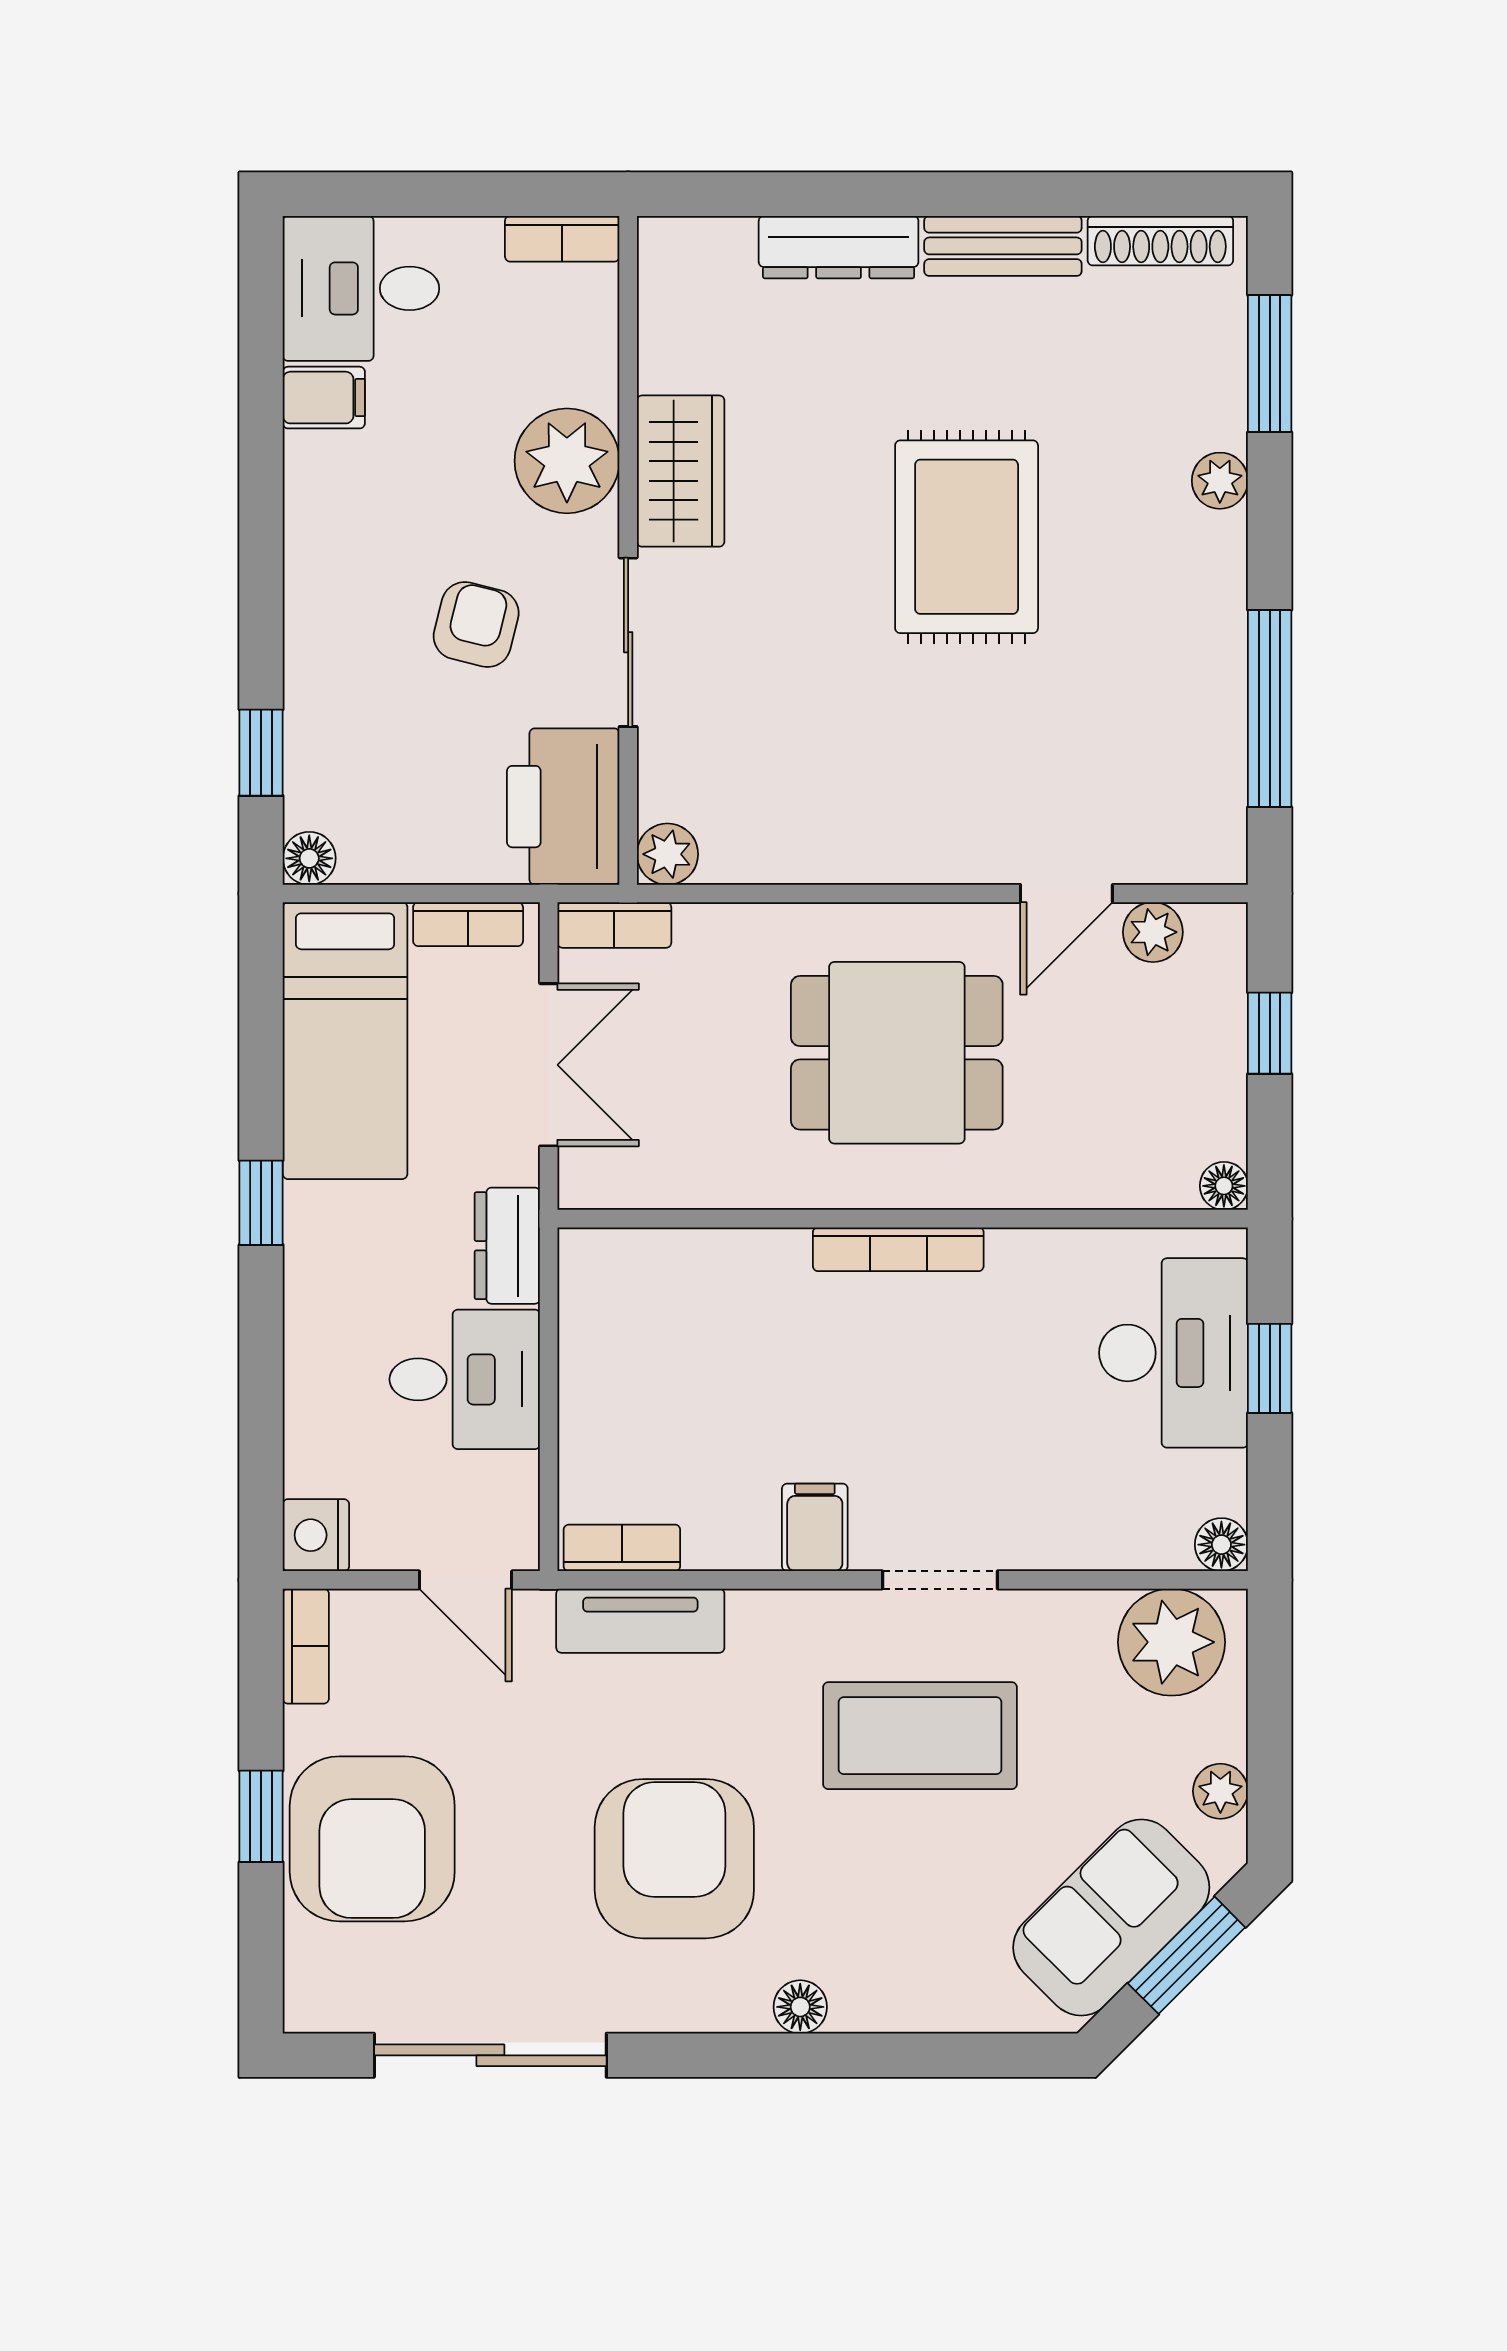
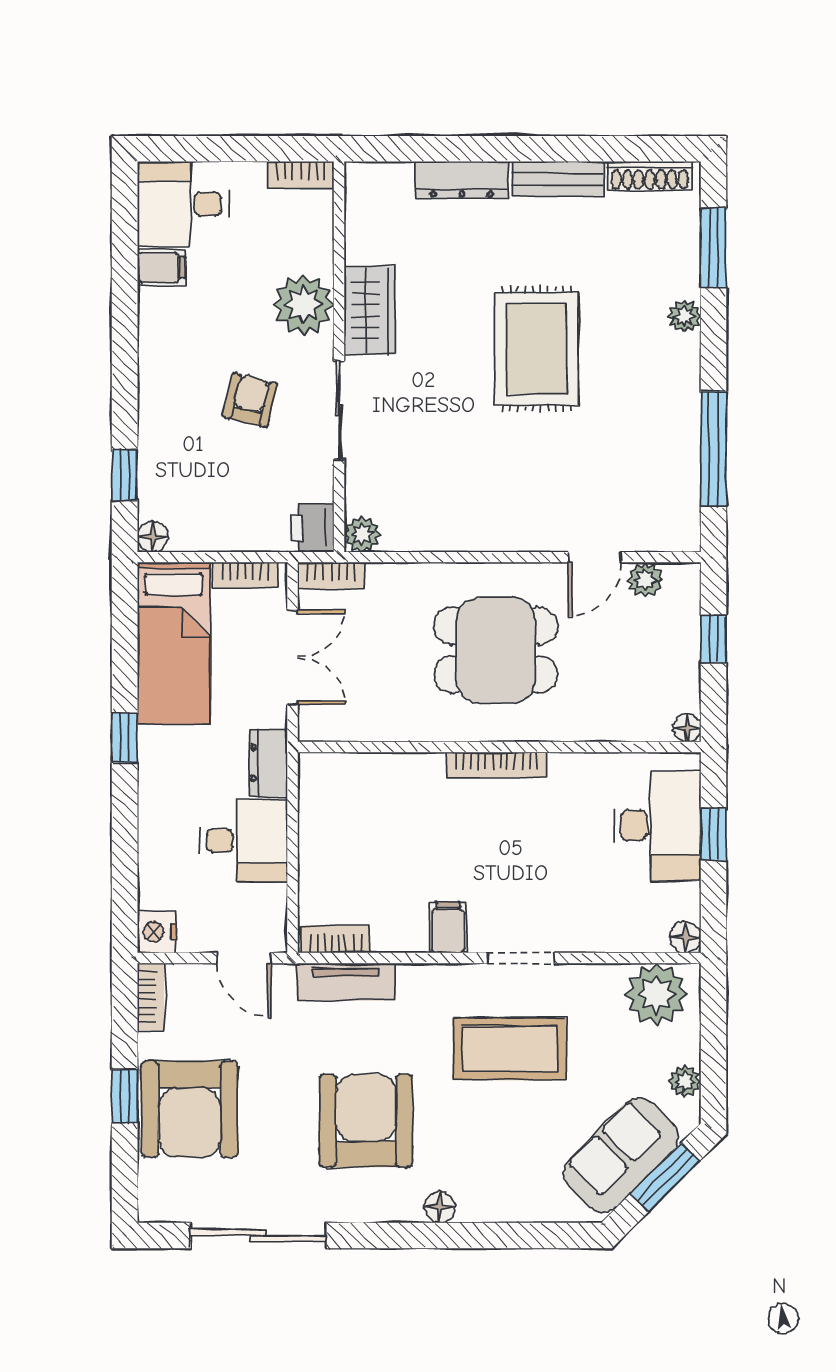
printer: (563, 807) -> (312, 528), width x0.53, depth x0.68

